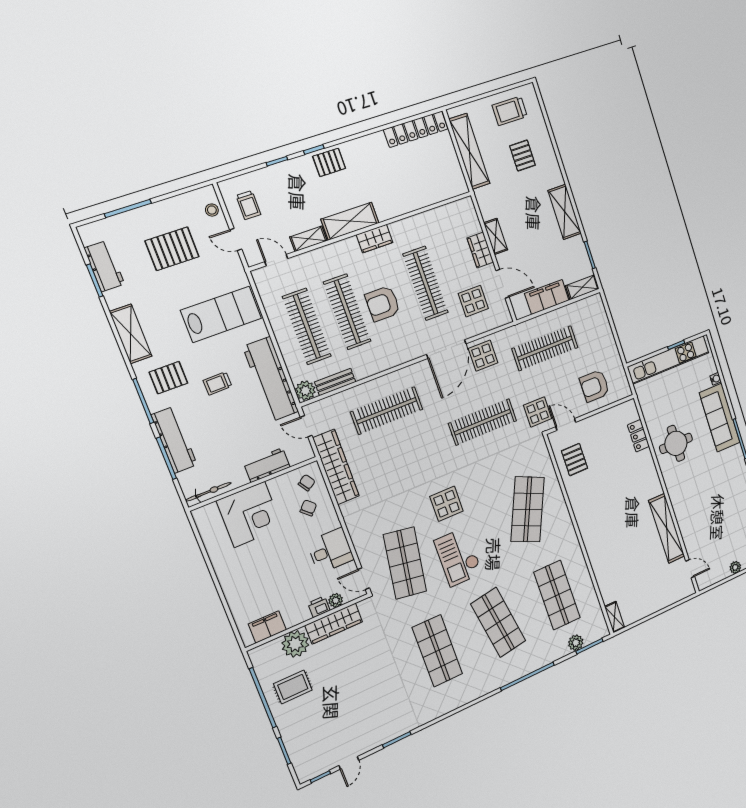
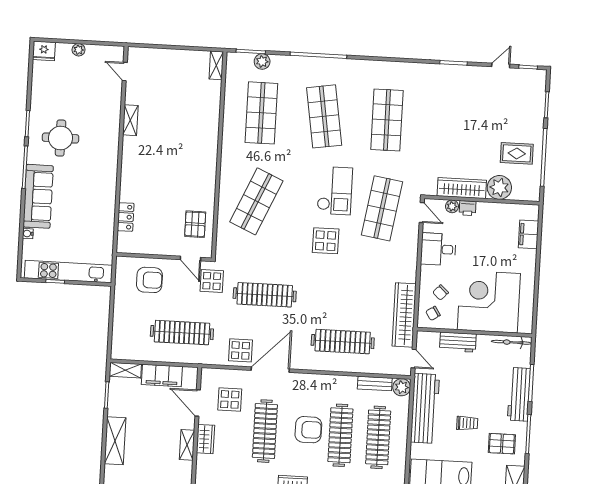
round table: (676, 443) -> (61, 138), moved
corner desk: (250, 514) -> (489, 302), width x1.36, depth x1.36
shelving: (667, 528) -> (130, 120), width x0.45, depth x0.75
filing cabinet: (267, 627) -> (528, 234), moved, turned 90

